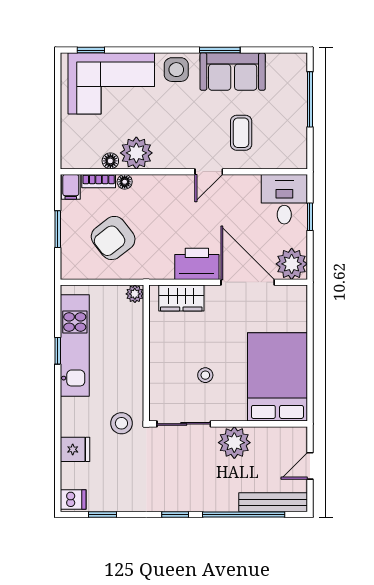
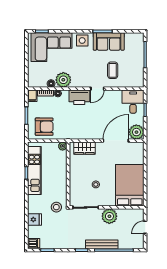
armchair: (113, 238) -> (44, 127), moved, turned -142
printer: (197, 264) -> (79, 97), moved, turned 180
door: (248, 282) -> (116, 141), hinge flipped
bench: (273, 502) -> (102, 244), moved

